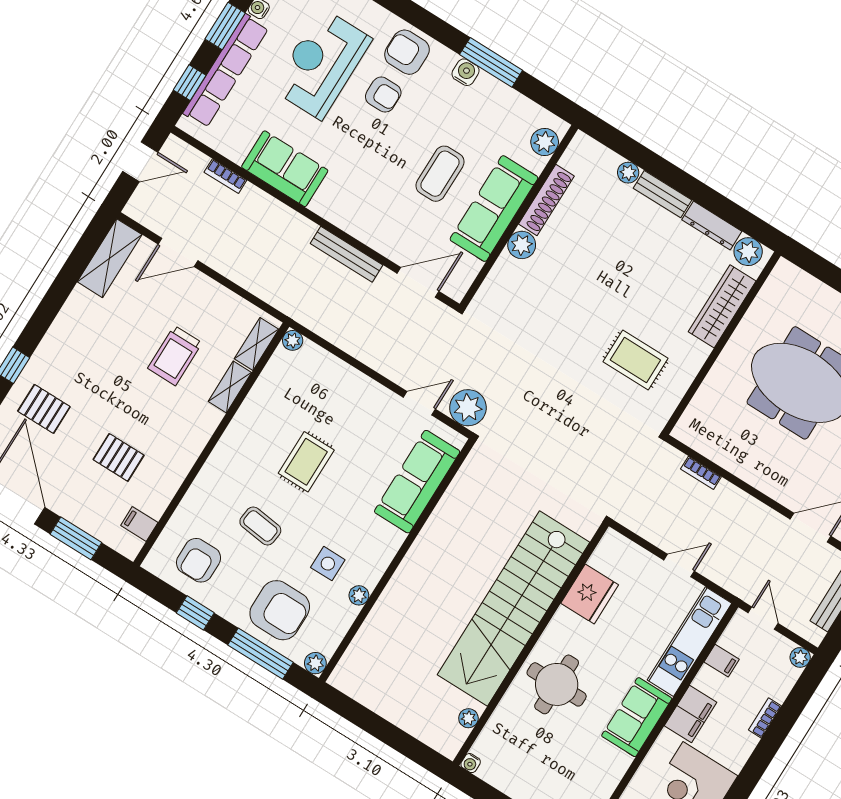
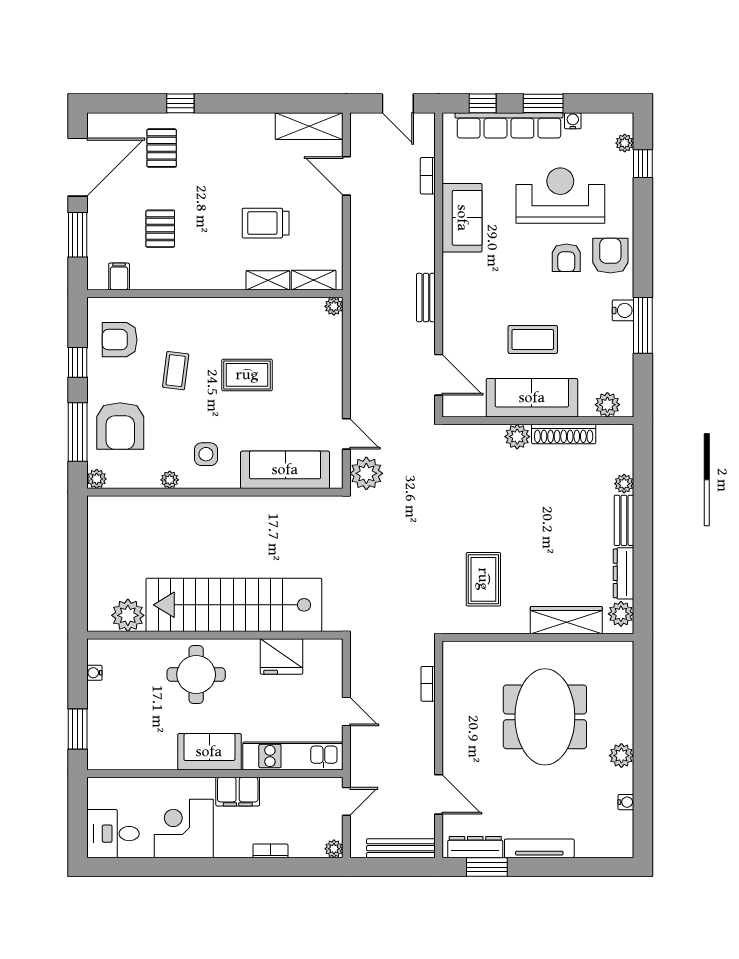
bench: (346, 254) -> (426, 298), width x0.73
side table: (328, 564) -> (206, 454), moved
filing cabinet: (722, 661) -> (294, 790), removed
plant: (468, 718) -> (128, 615), width x1.87, depth x1.87
water cooler: (471, 763) -> (94, 673), moved

